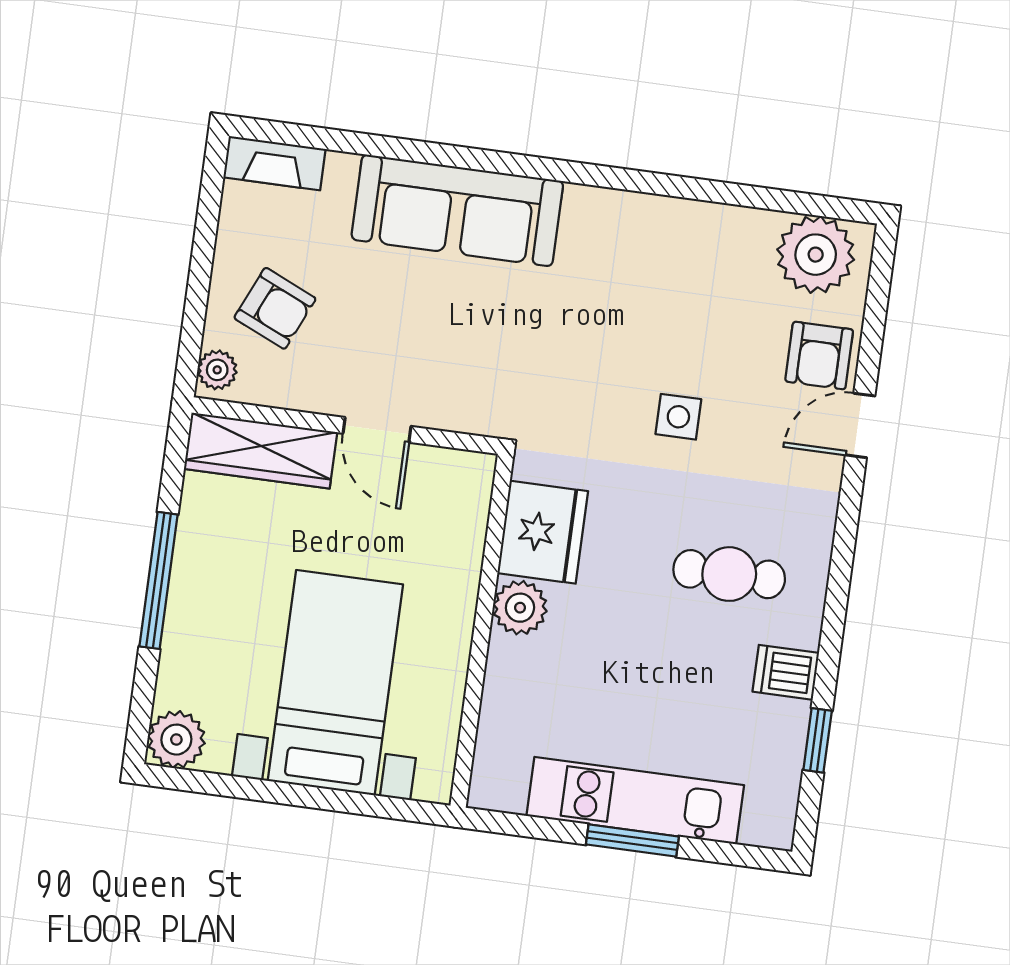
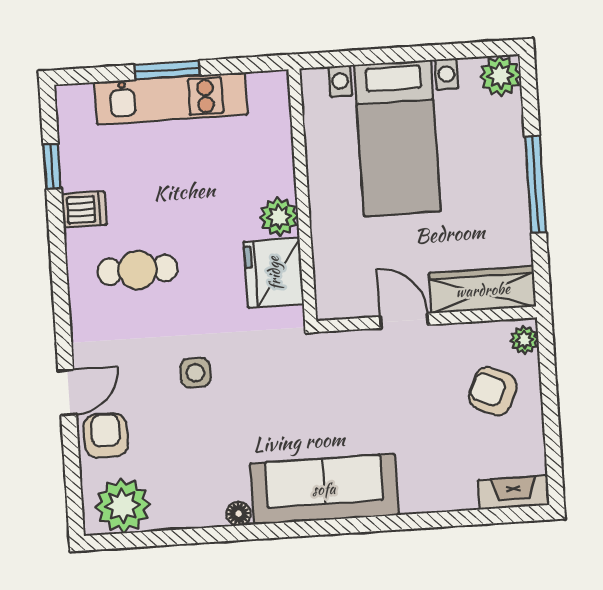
sofa: (457, 210) -> (324, 489), moved
floor lamp: (659, 211) -> (238, 514), added

